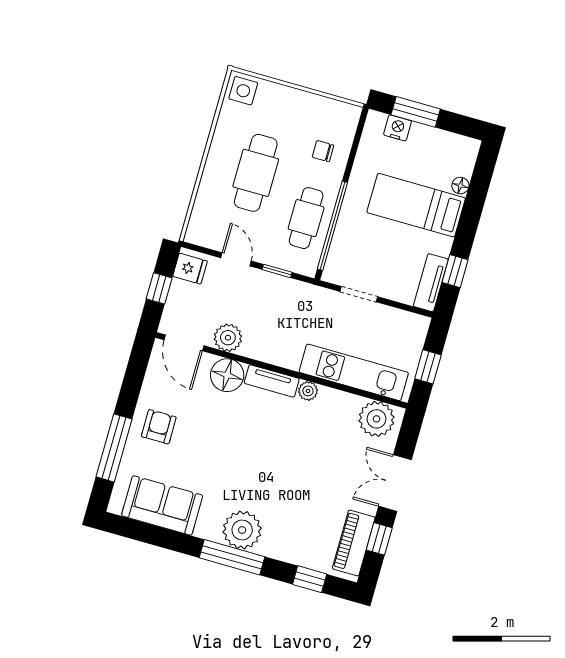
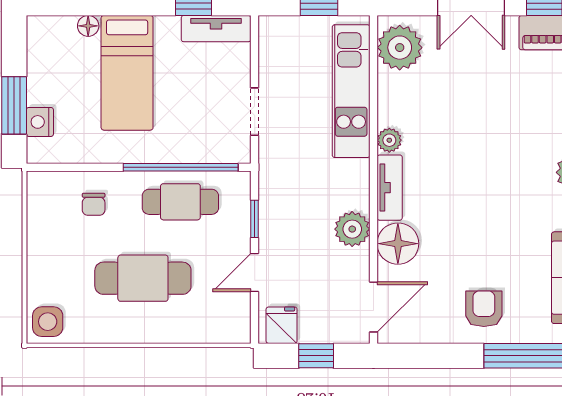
plant: (228, 338) -> (352, 229), moved
armchair: (159, 427) -> (484, 309), turned 90

